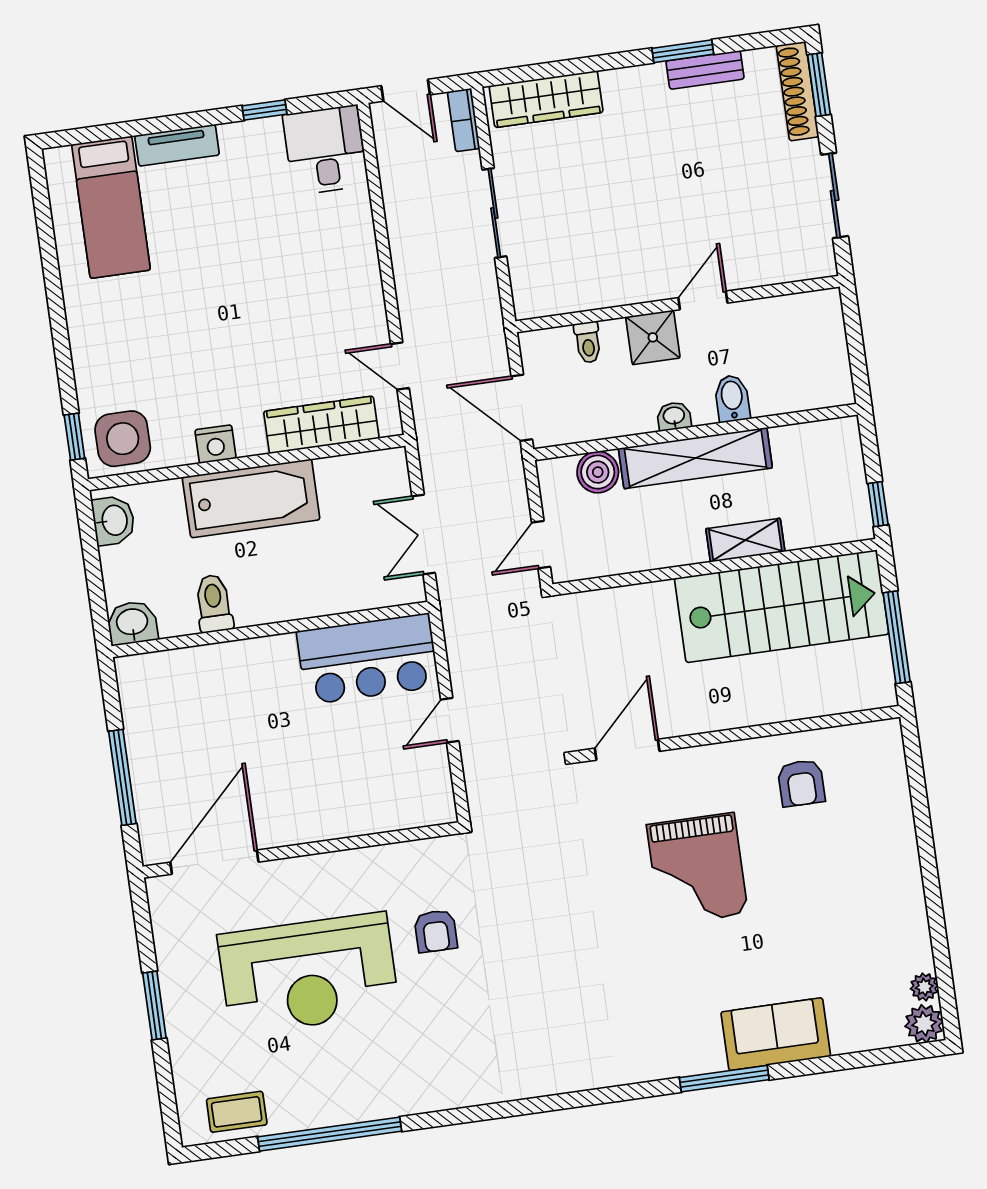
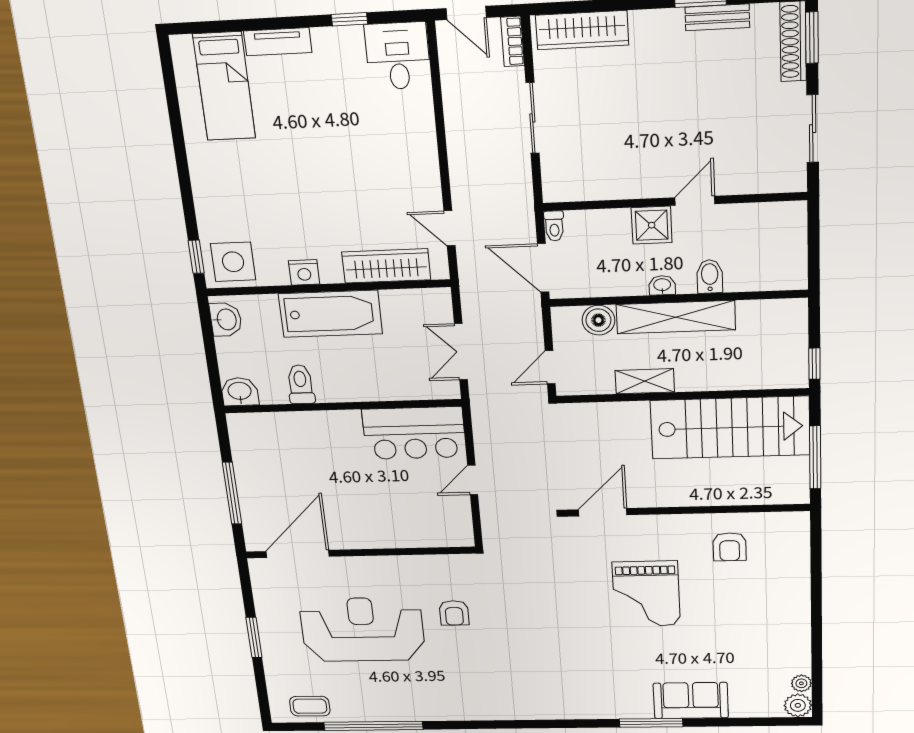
toilet: (588, 342) -> (554, 226), moved
shelving: (745, 540) -> (645, 381), moved
reception desk: (308, 974) -> (362, 630), turned 180

